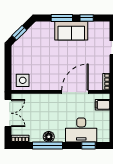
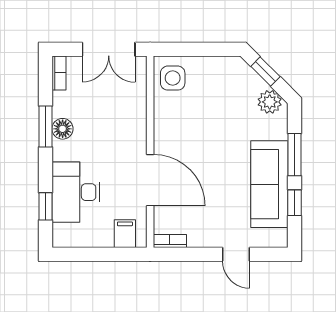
plant: (35, 31) -> (270, 102), added
sofa: (71, 31) -> (269, 184), width x1.36
window: (48, 145) -> (45, 126), width x0.69

